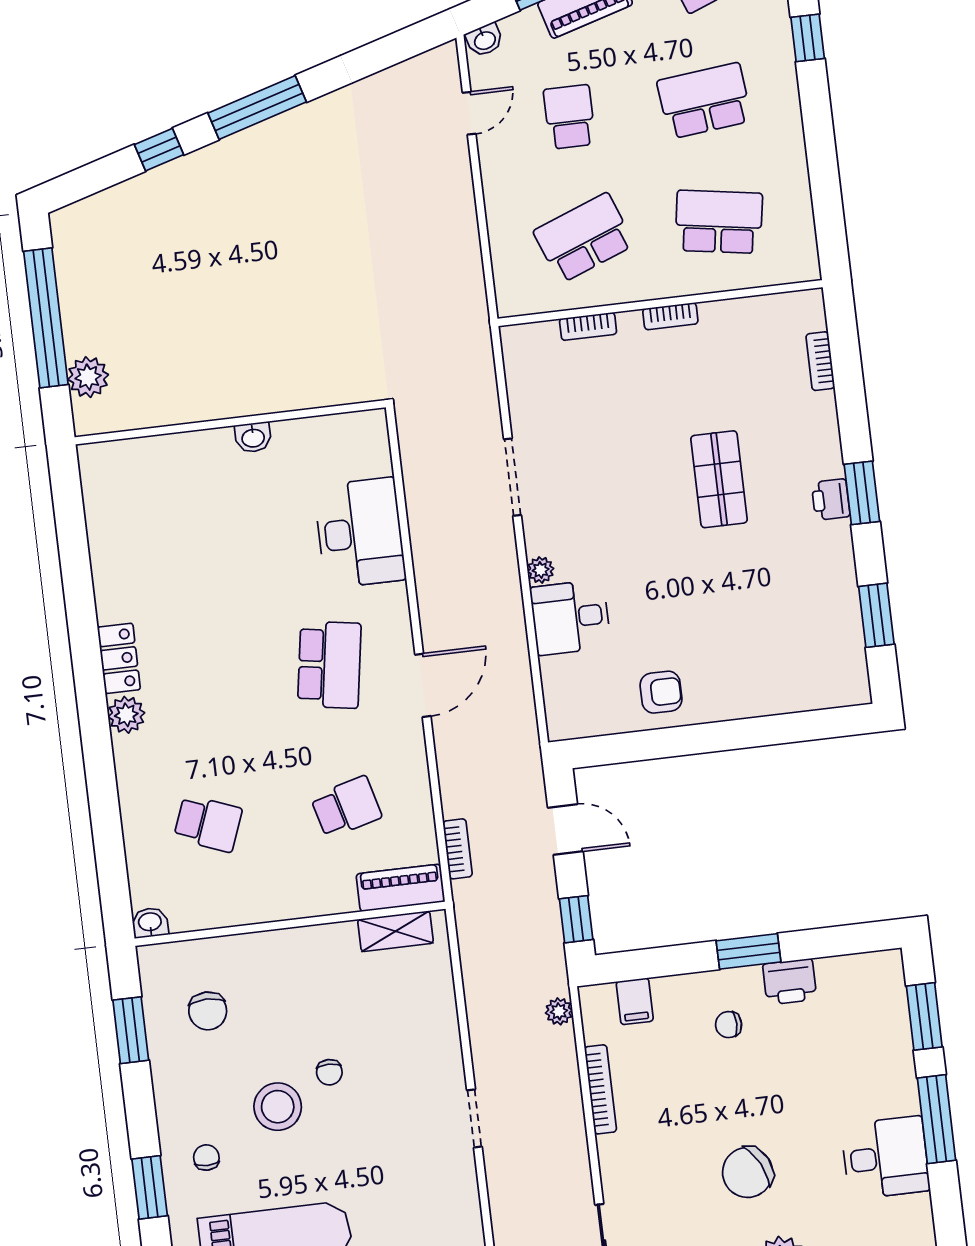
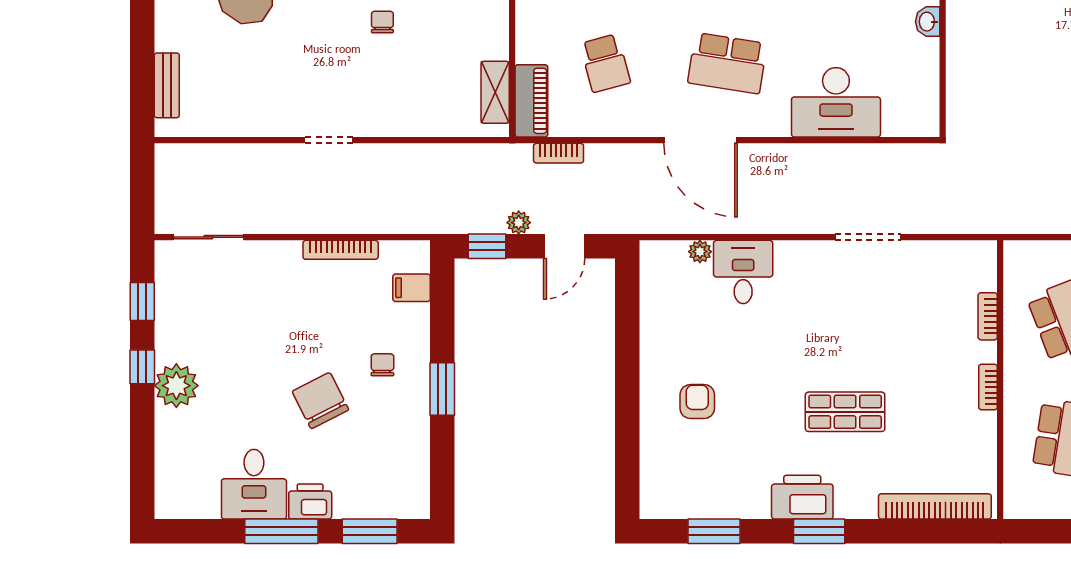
bookcase: (820, 361) -> (935, 506), width x2.31, depth x1.31
printer: (831, 500) -> (802, 497), width x1.87, depth x1.48
plant: (541, 570) -> (700, 252), moved
door: (423, 685) -> (700, 140), width x1.36
armchair: (661, 692) -> (697, 402), moved, turned 180
printer: (790, 982) -> (310, 501), moved, turned 90
plant: (559, 1011) -> (519, 223), moved
chair: (329, 1072) -> (382, 22), turned 90
chair: (748, 1172) -> (320, 401), moved

